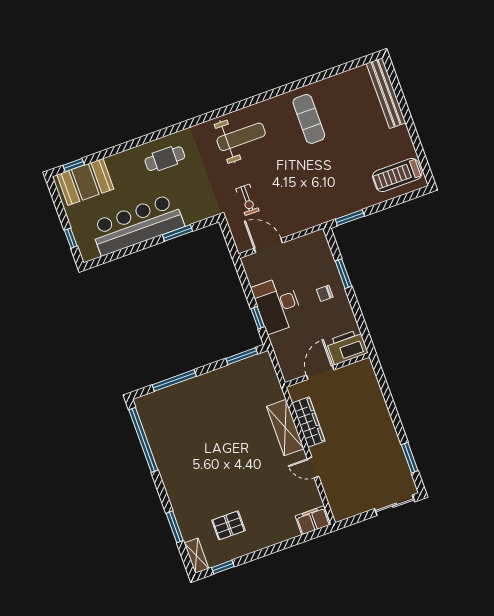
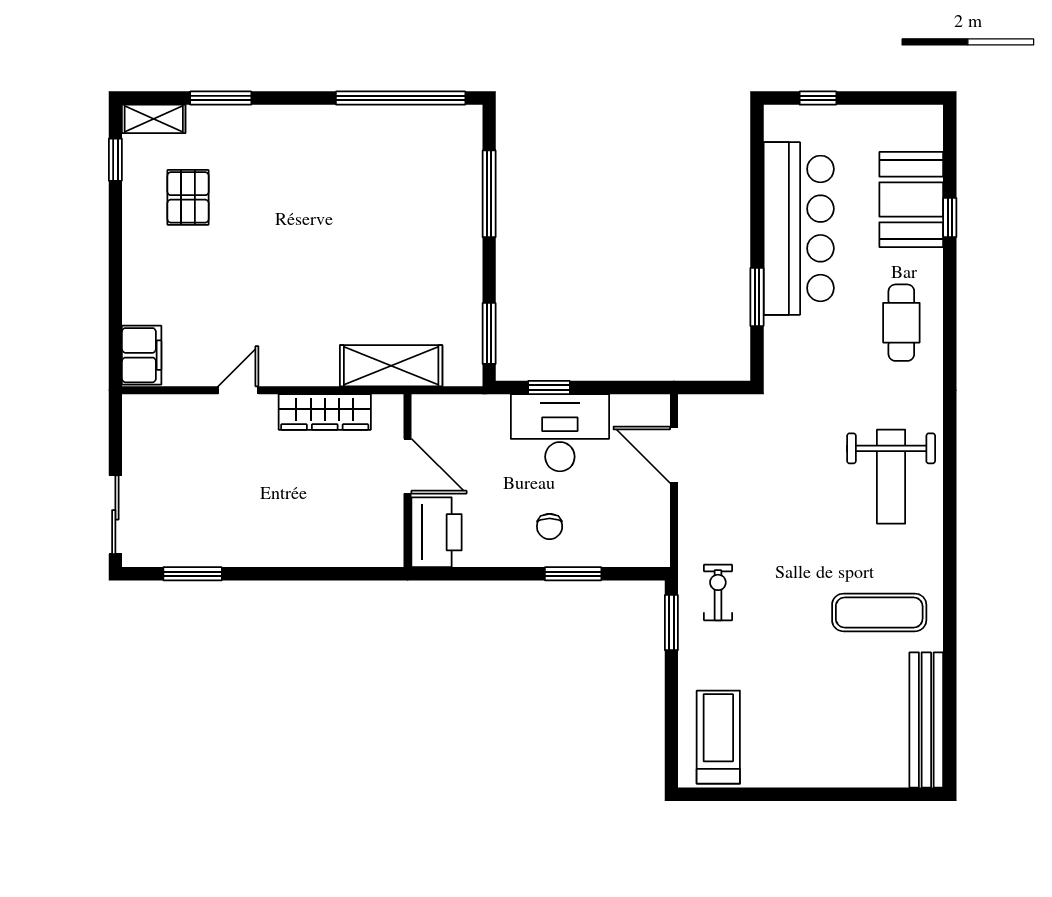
bench: (386, 93) -> (926, 720), moved, turned 90
window: (74, 165) -> (950, 218), moved
booth: (85, 182) -> (911, 199), moved
exercise bike: (247, 200) -> (718, 592), moved, turned 90
door: (268, 246) -> (674, 455), swing flipped
chair: (325, 293) -> (550, 526), turned 180
shelving: (285, 428) -> (391, 366), moved

